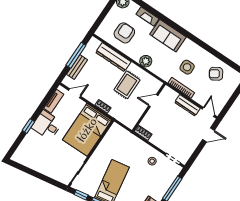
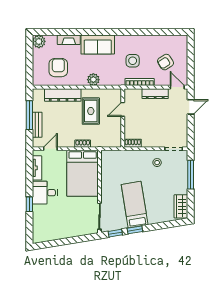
armchair: (216, 74) -> (165, 62), moved

